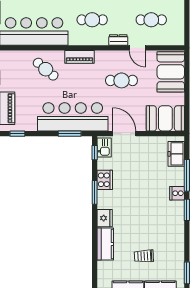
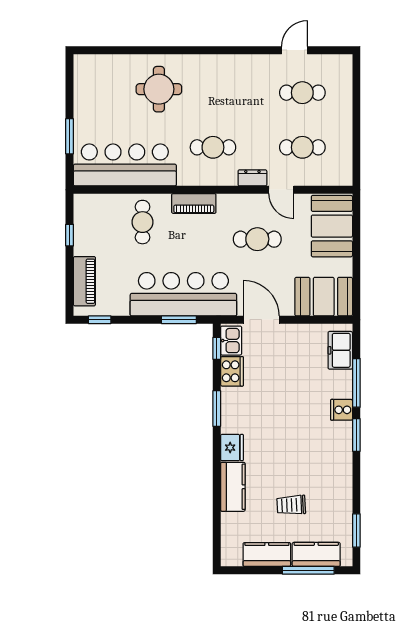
cafe table: (46, 69) -> (143, 222), turned 50
cooker: (105, 180) -> (232, 371), moved

